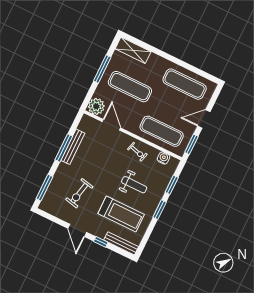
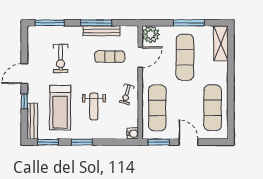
exercise mat: (98, 150) -> (110, 57), added
water cooler: (163, 158) -> (133, 134), moved
window: (172, 185) -> (48, 142), moved
exercise bike: (79, 193) -> (61, 58), turned -102

